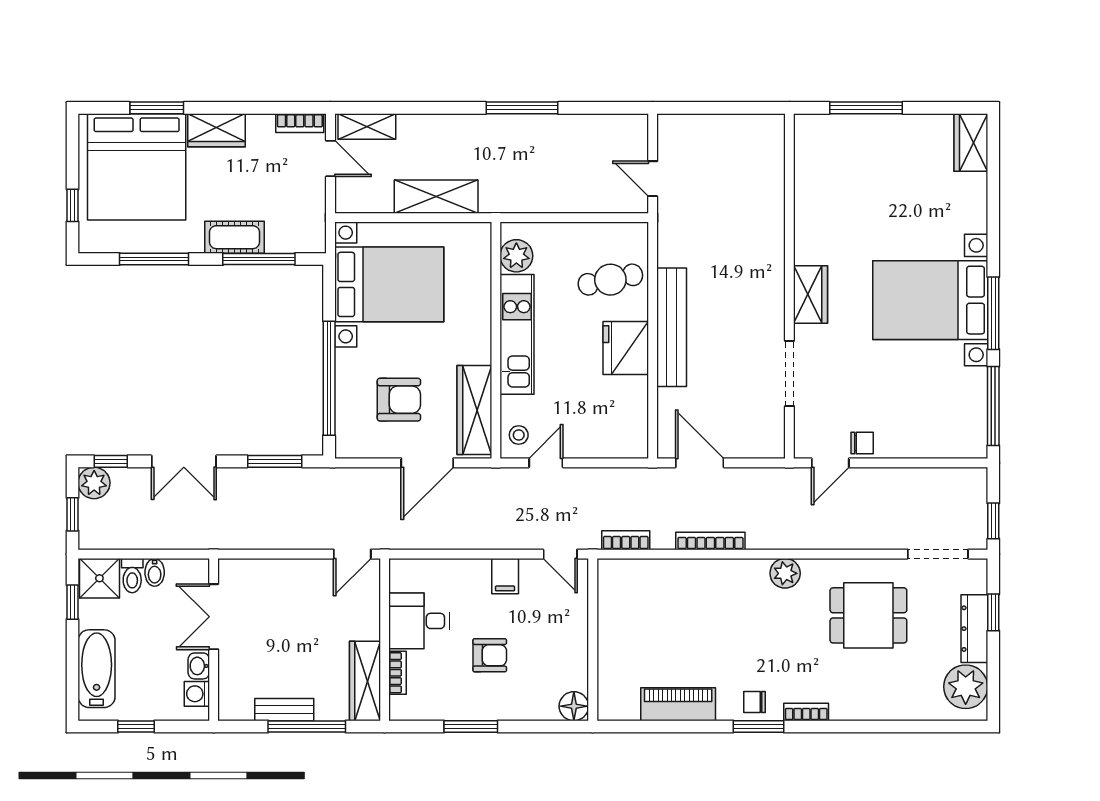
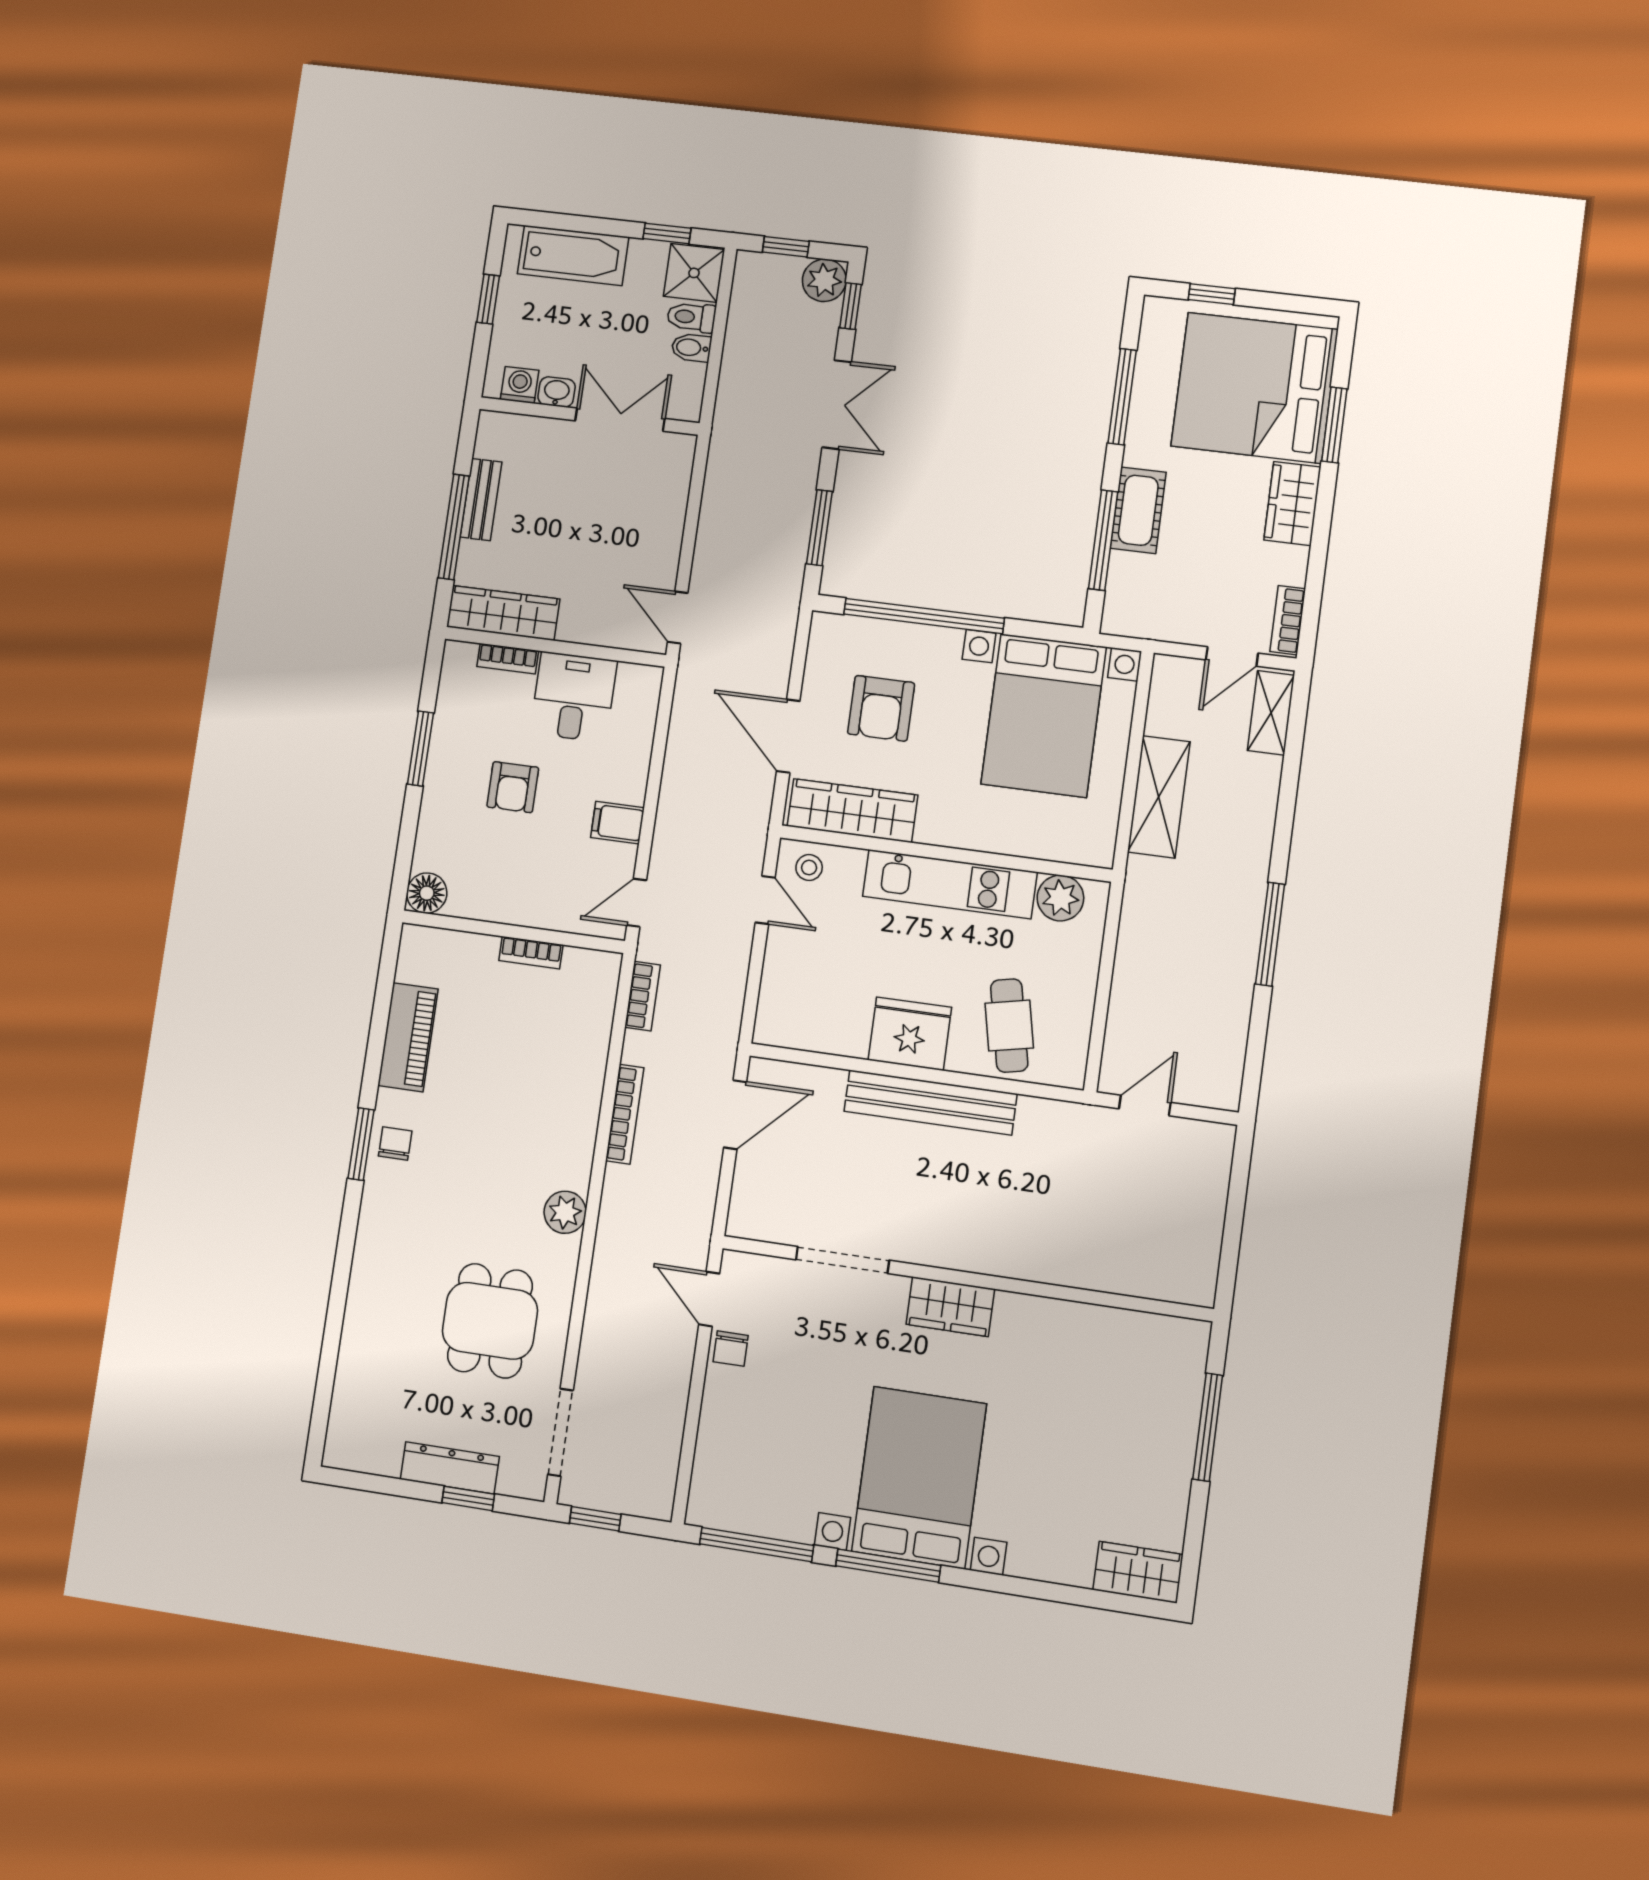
double door: (184, 461) -> (837, 405), swing flipped
plant: (966, 687) -> (372, 1443), removed
bookcase: (806, 712) -> (531, 953), moved, turned 90

